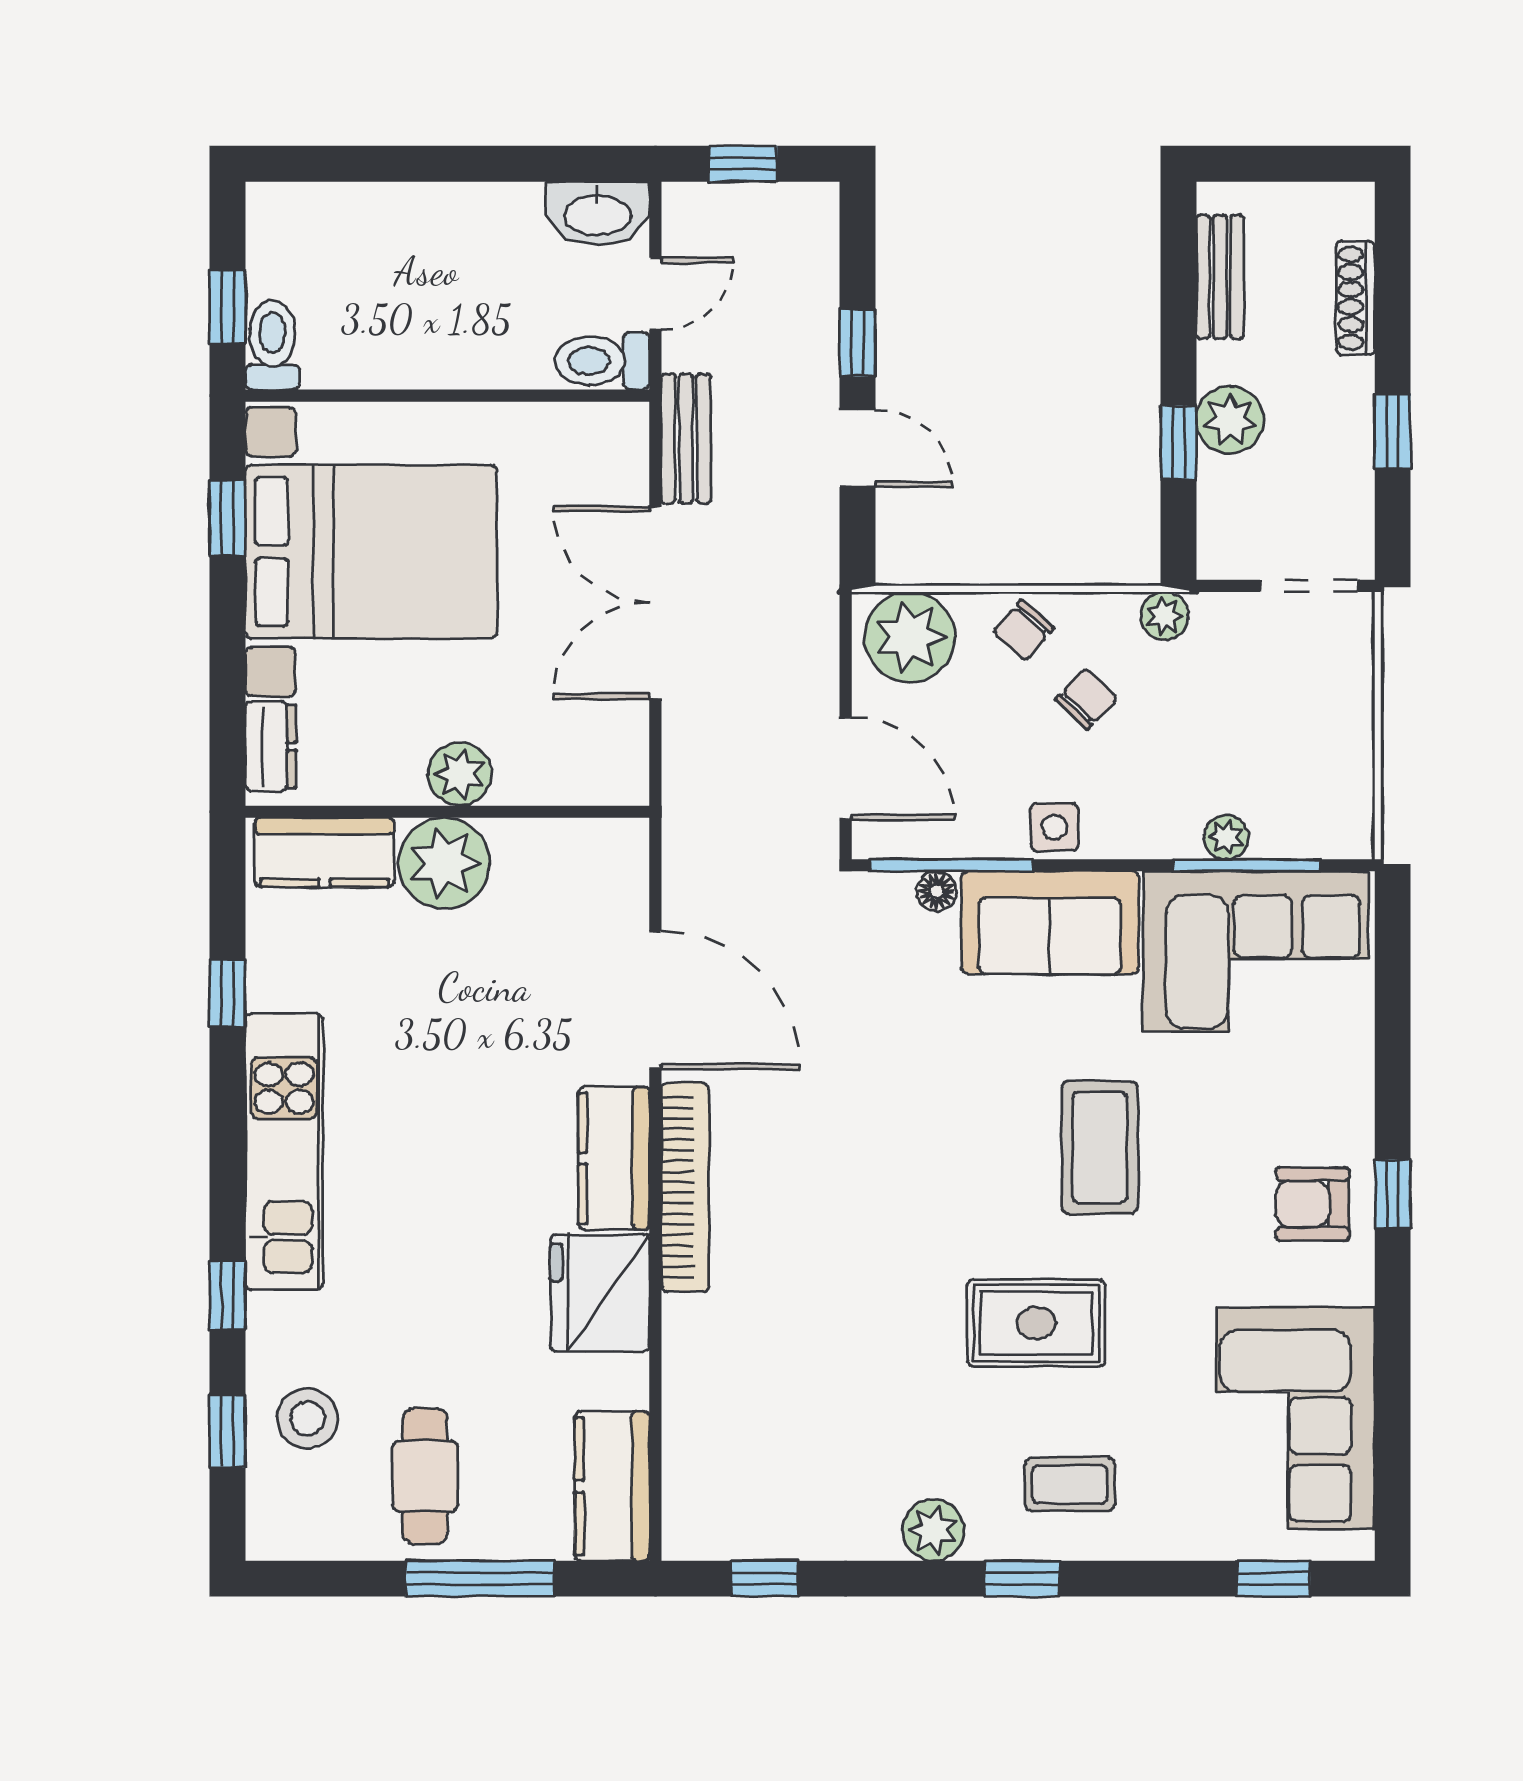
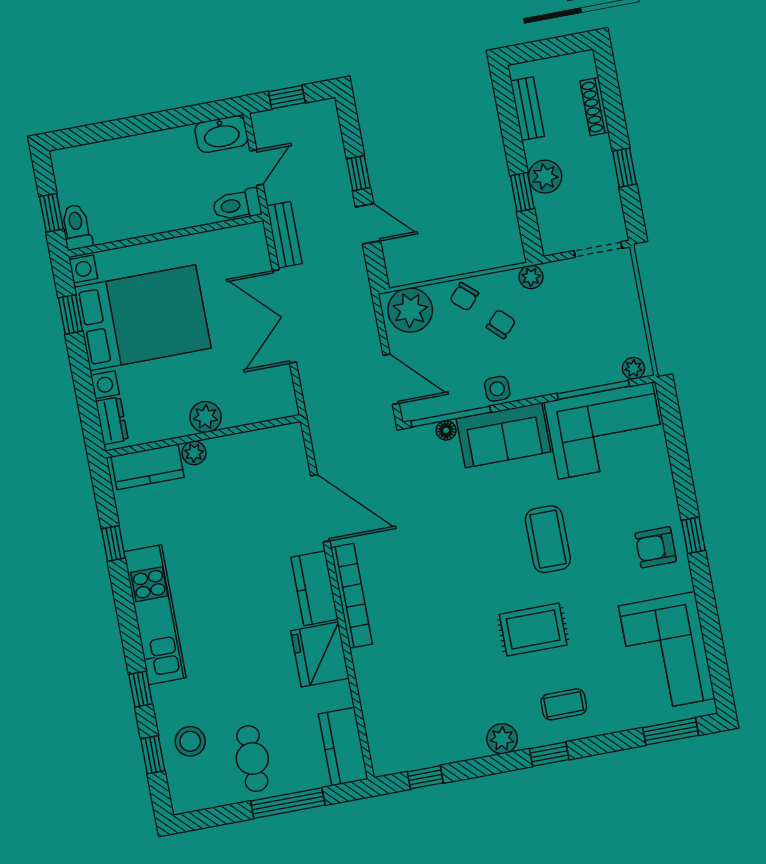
plant: (1226, 837) -> (633, 368), moved
plant: (444, 863) -> (194, 453), width x0.53, depth x0.53
window: (1274, 1579) -> (671, 731), width x1.50

